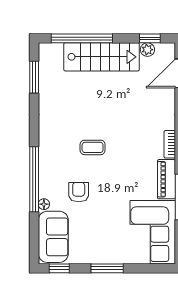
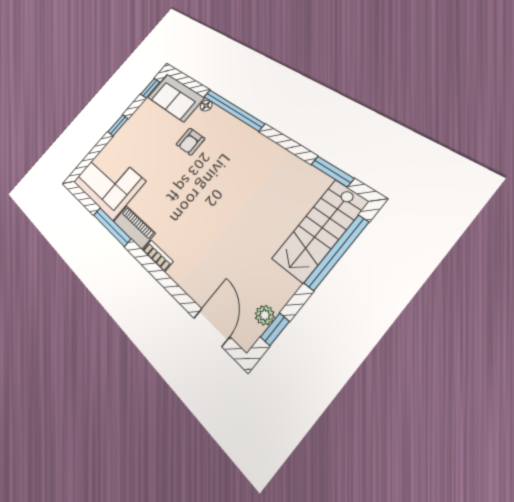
stairs: (102, 57) -> (320, 230), moved
coffee table: (93, 147) -> (216, 181), removed
armchair: (79, 192) -> (190, 142), turned 90
window: (107, 268) -> (118, 125), width x0.67

